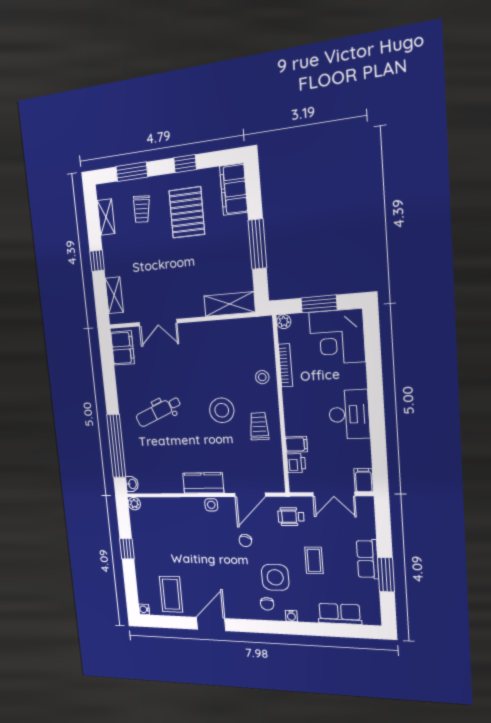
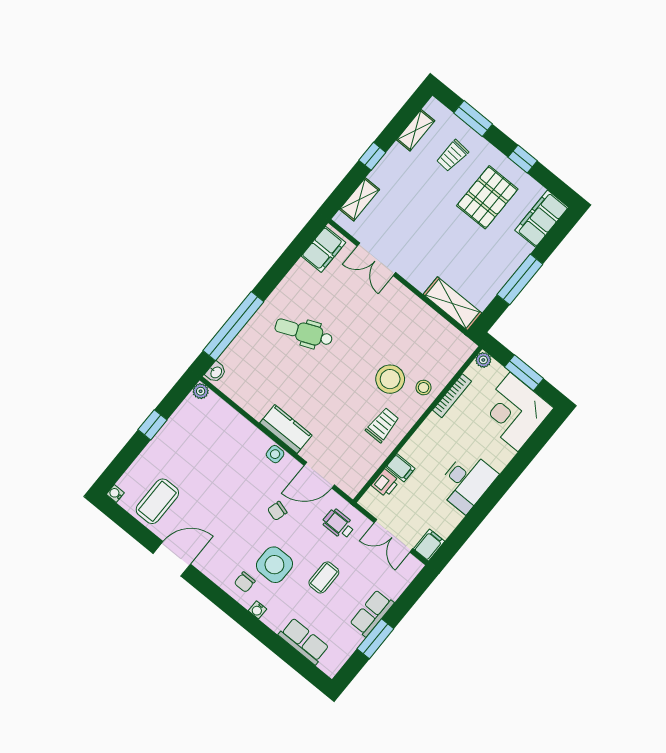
stool: (222, 410) -> (390, 379), moved

